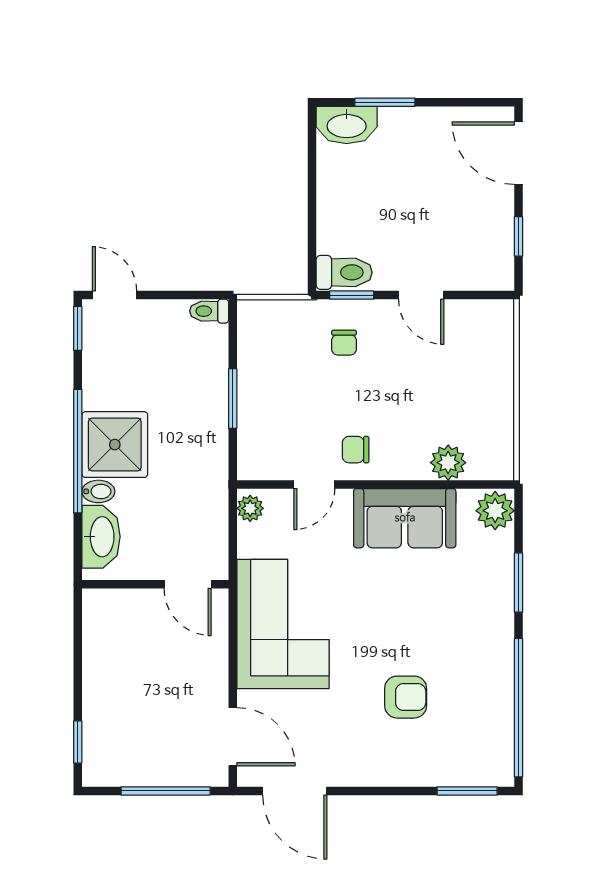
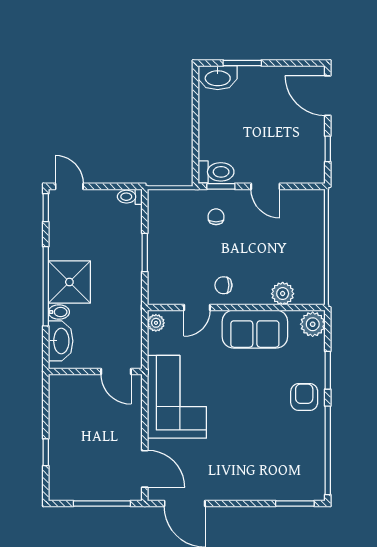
chair: (344, 343) -> (216, 217), turned 180
armchair: (406, 697) -> (304, 397), moved, turned -90
window: (78, 742) -> (46, 452), moved

